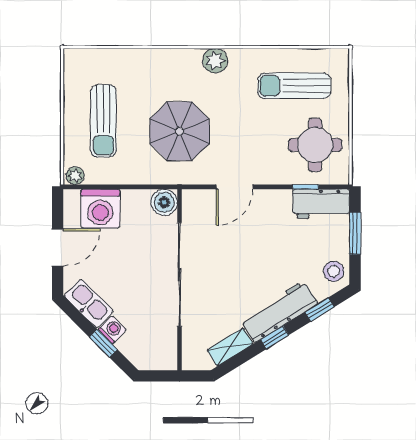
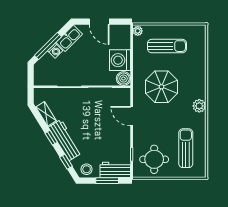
sun lounger: (103, 121) -> (167, 46), turned 180
workbench: (321, 204) -> (115, 170), moved, turned 90
washing machine: (100, 209) -> (120, 60), moved
window: (103, 343) -> (48, 46), width x2.17

